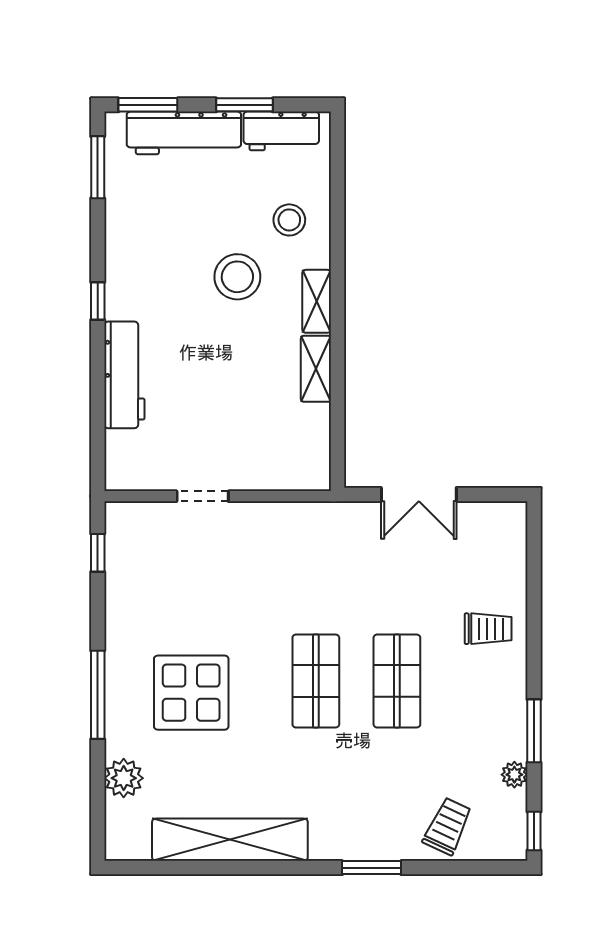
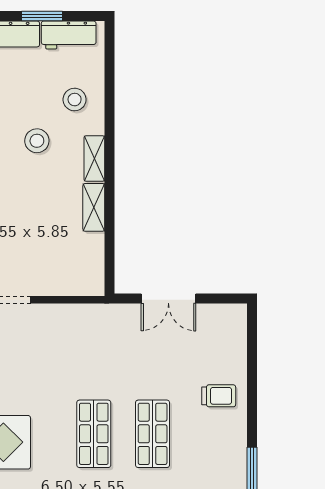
stool: (237, 277) -> (37, 141), width x0.73, depth x0.73

